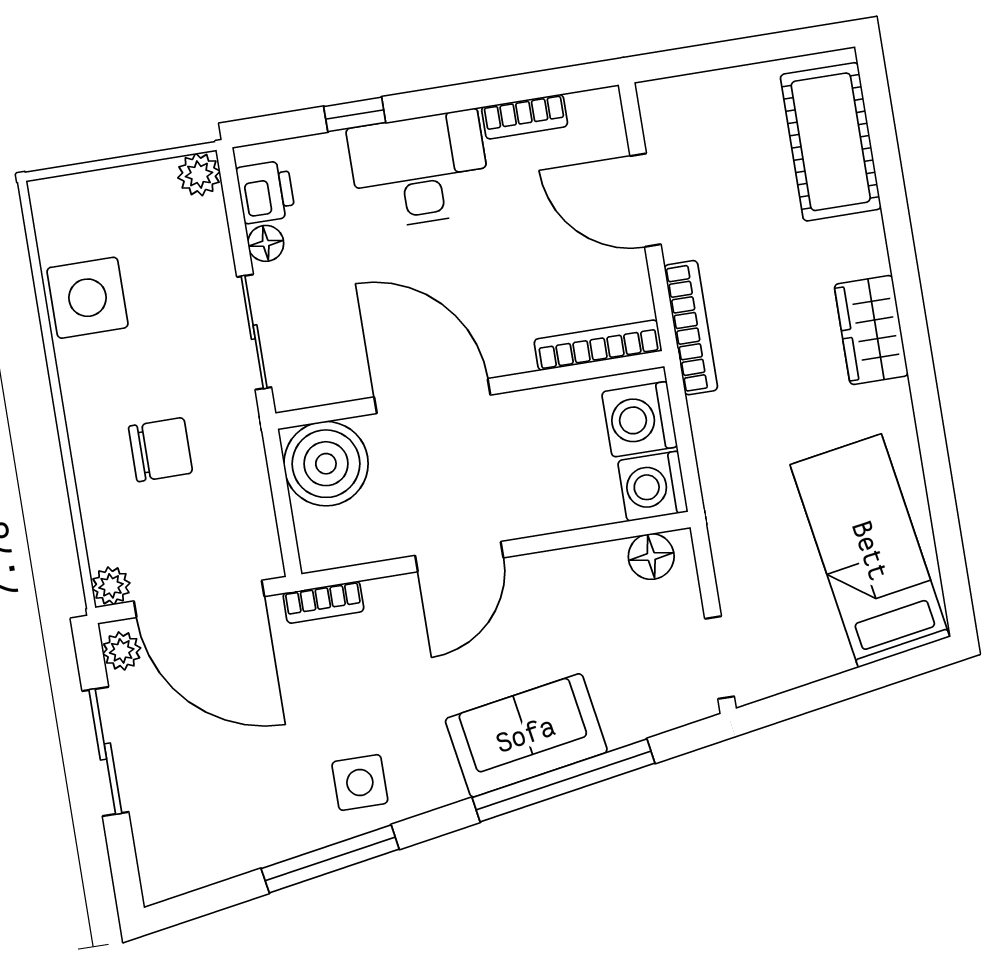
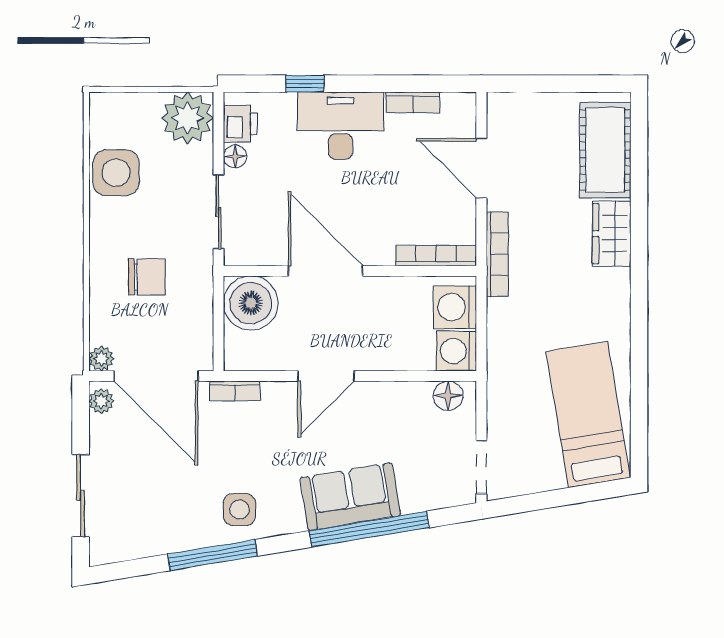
plant: (199, 175) -> (187, 118), width x1.88, depth x1.88
wardrobe: (871, 330) -> (612, 234), moved
sliding door: (105, 752) -> (81, 496), moved

